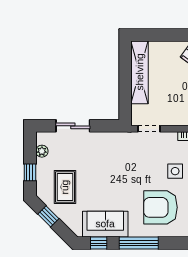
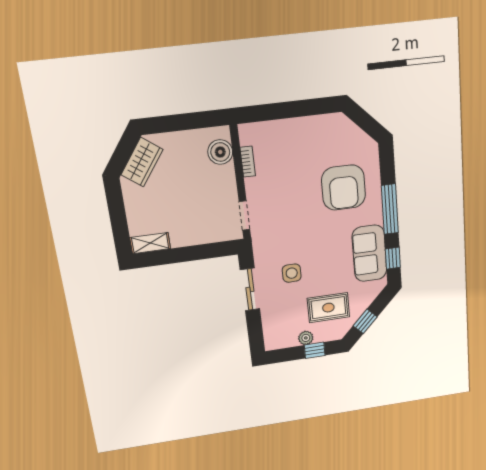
shelving: (140, 72) -> (150, 243), width x0.45, depth x0.75
sliding door: (73, 126) -> (250, 289), moved
plant: (42, 151) -> (306, 338), moved
side table: (175, 171) -> (292, 273), moved

